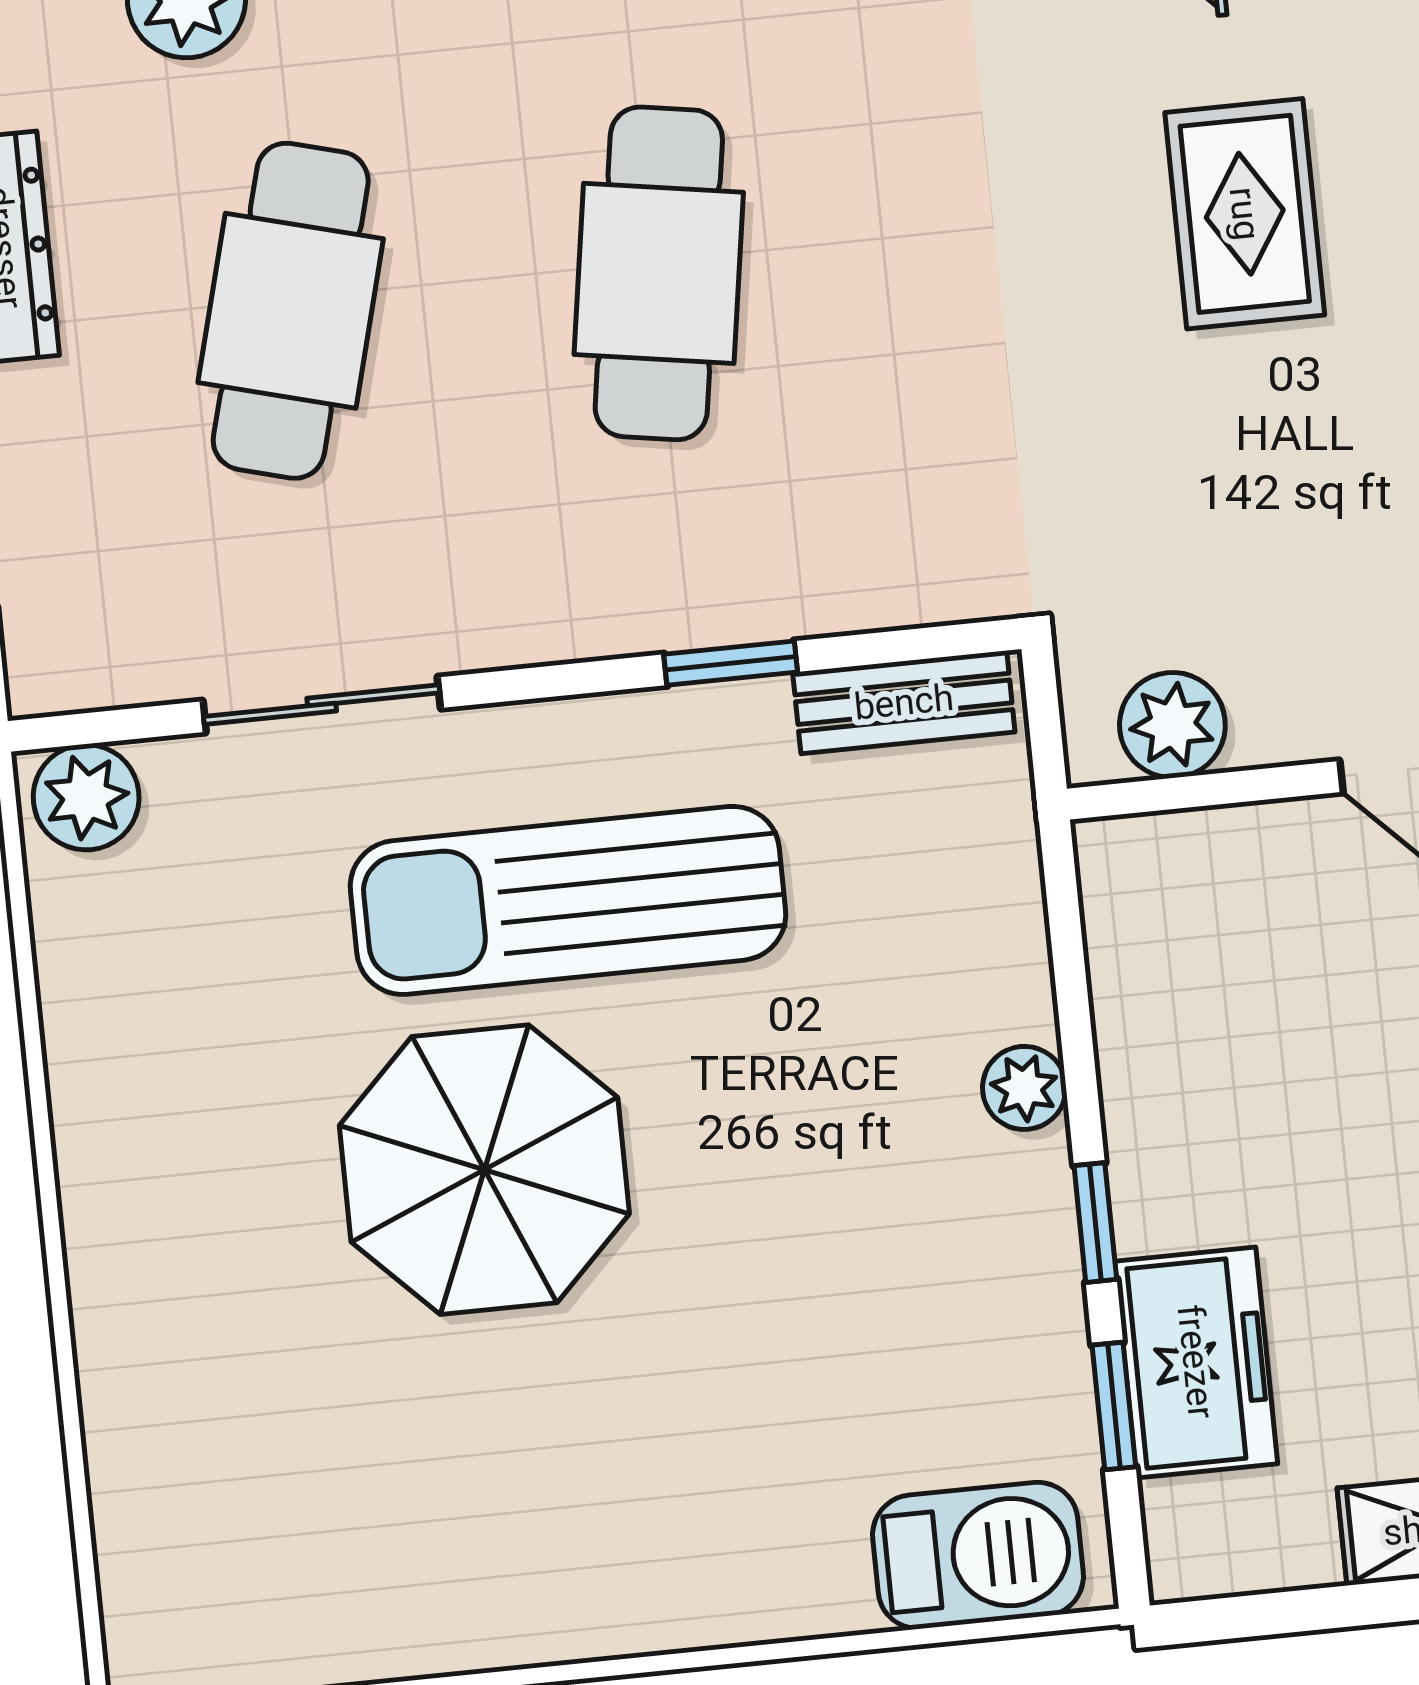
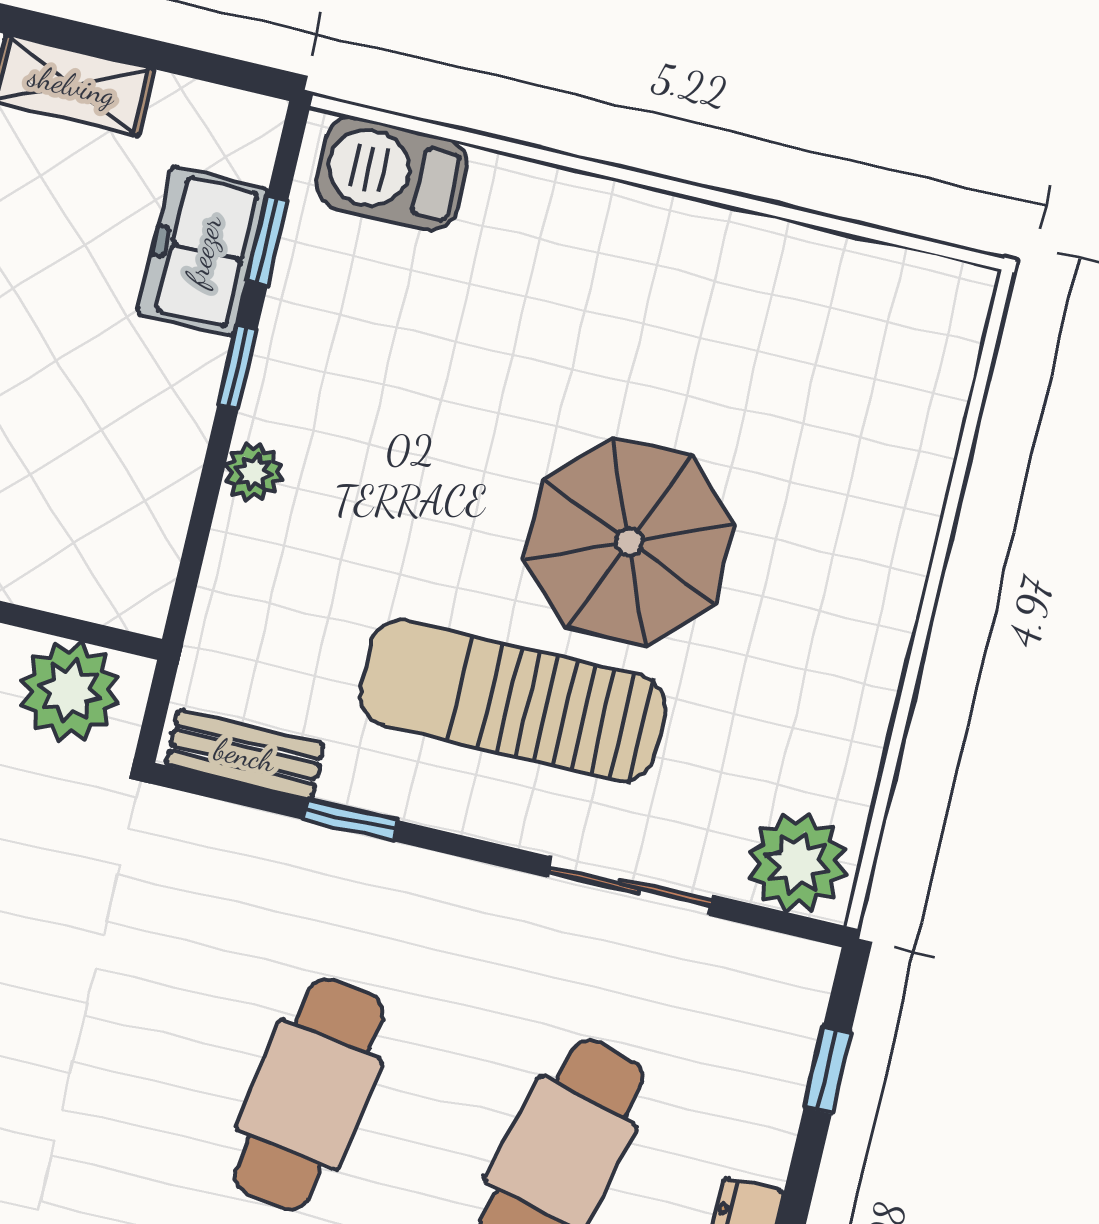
plant: (1172, 725) -> (70, 691), width x1.36, depth x1.36
plant: (86, 797) -> (797, 863), width x1.36, depth x1.36
sun lounger: (568, 900) -> (512, 700), turned 180

